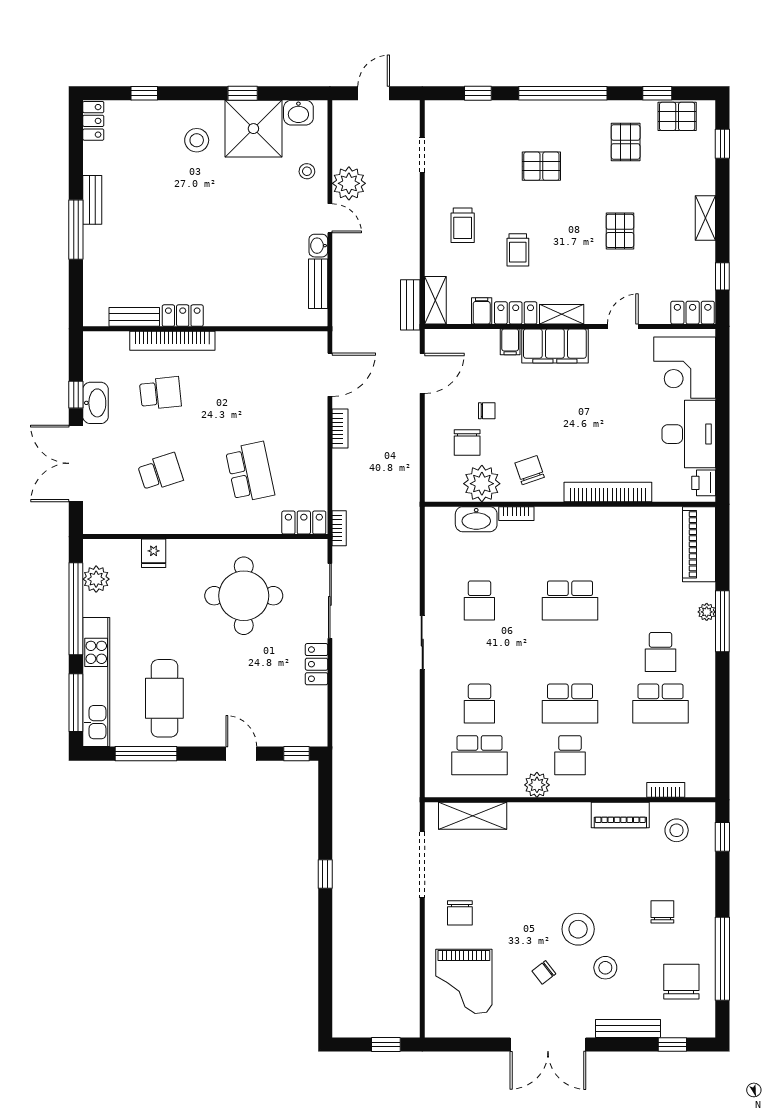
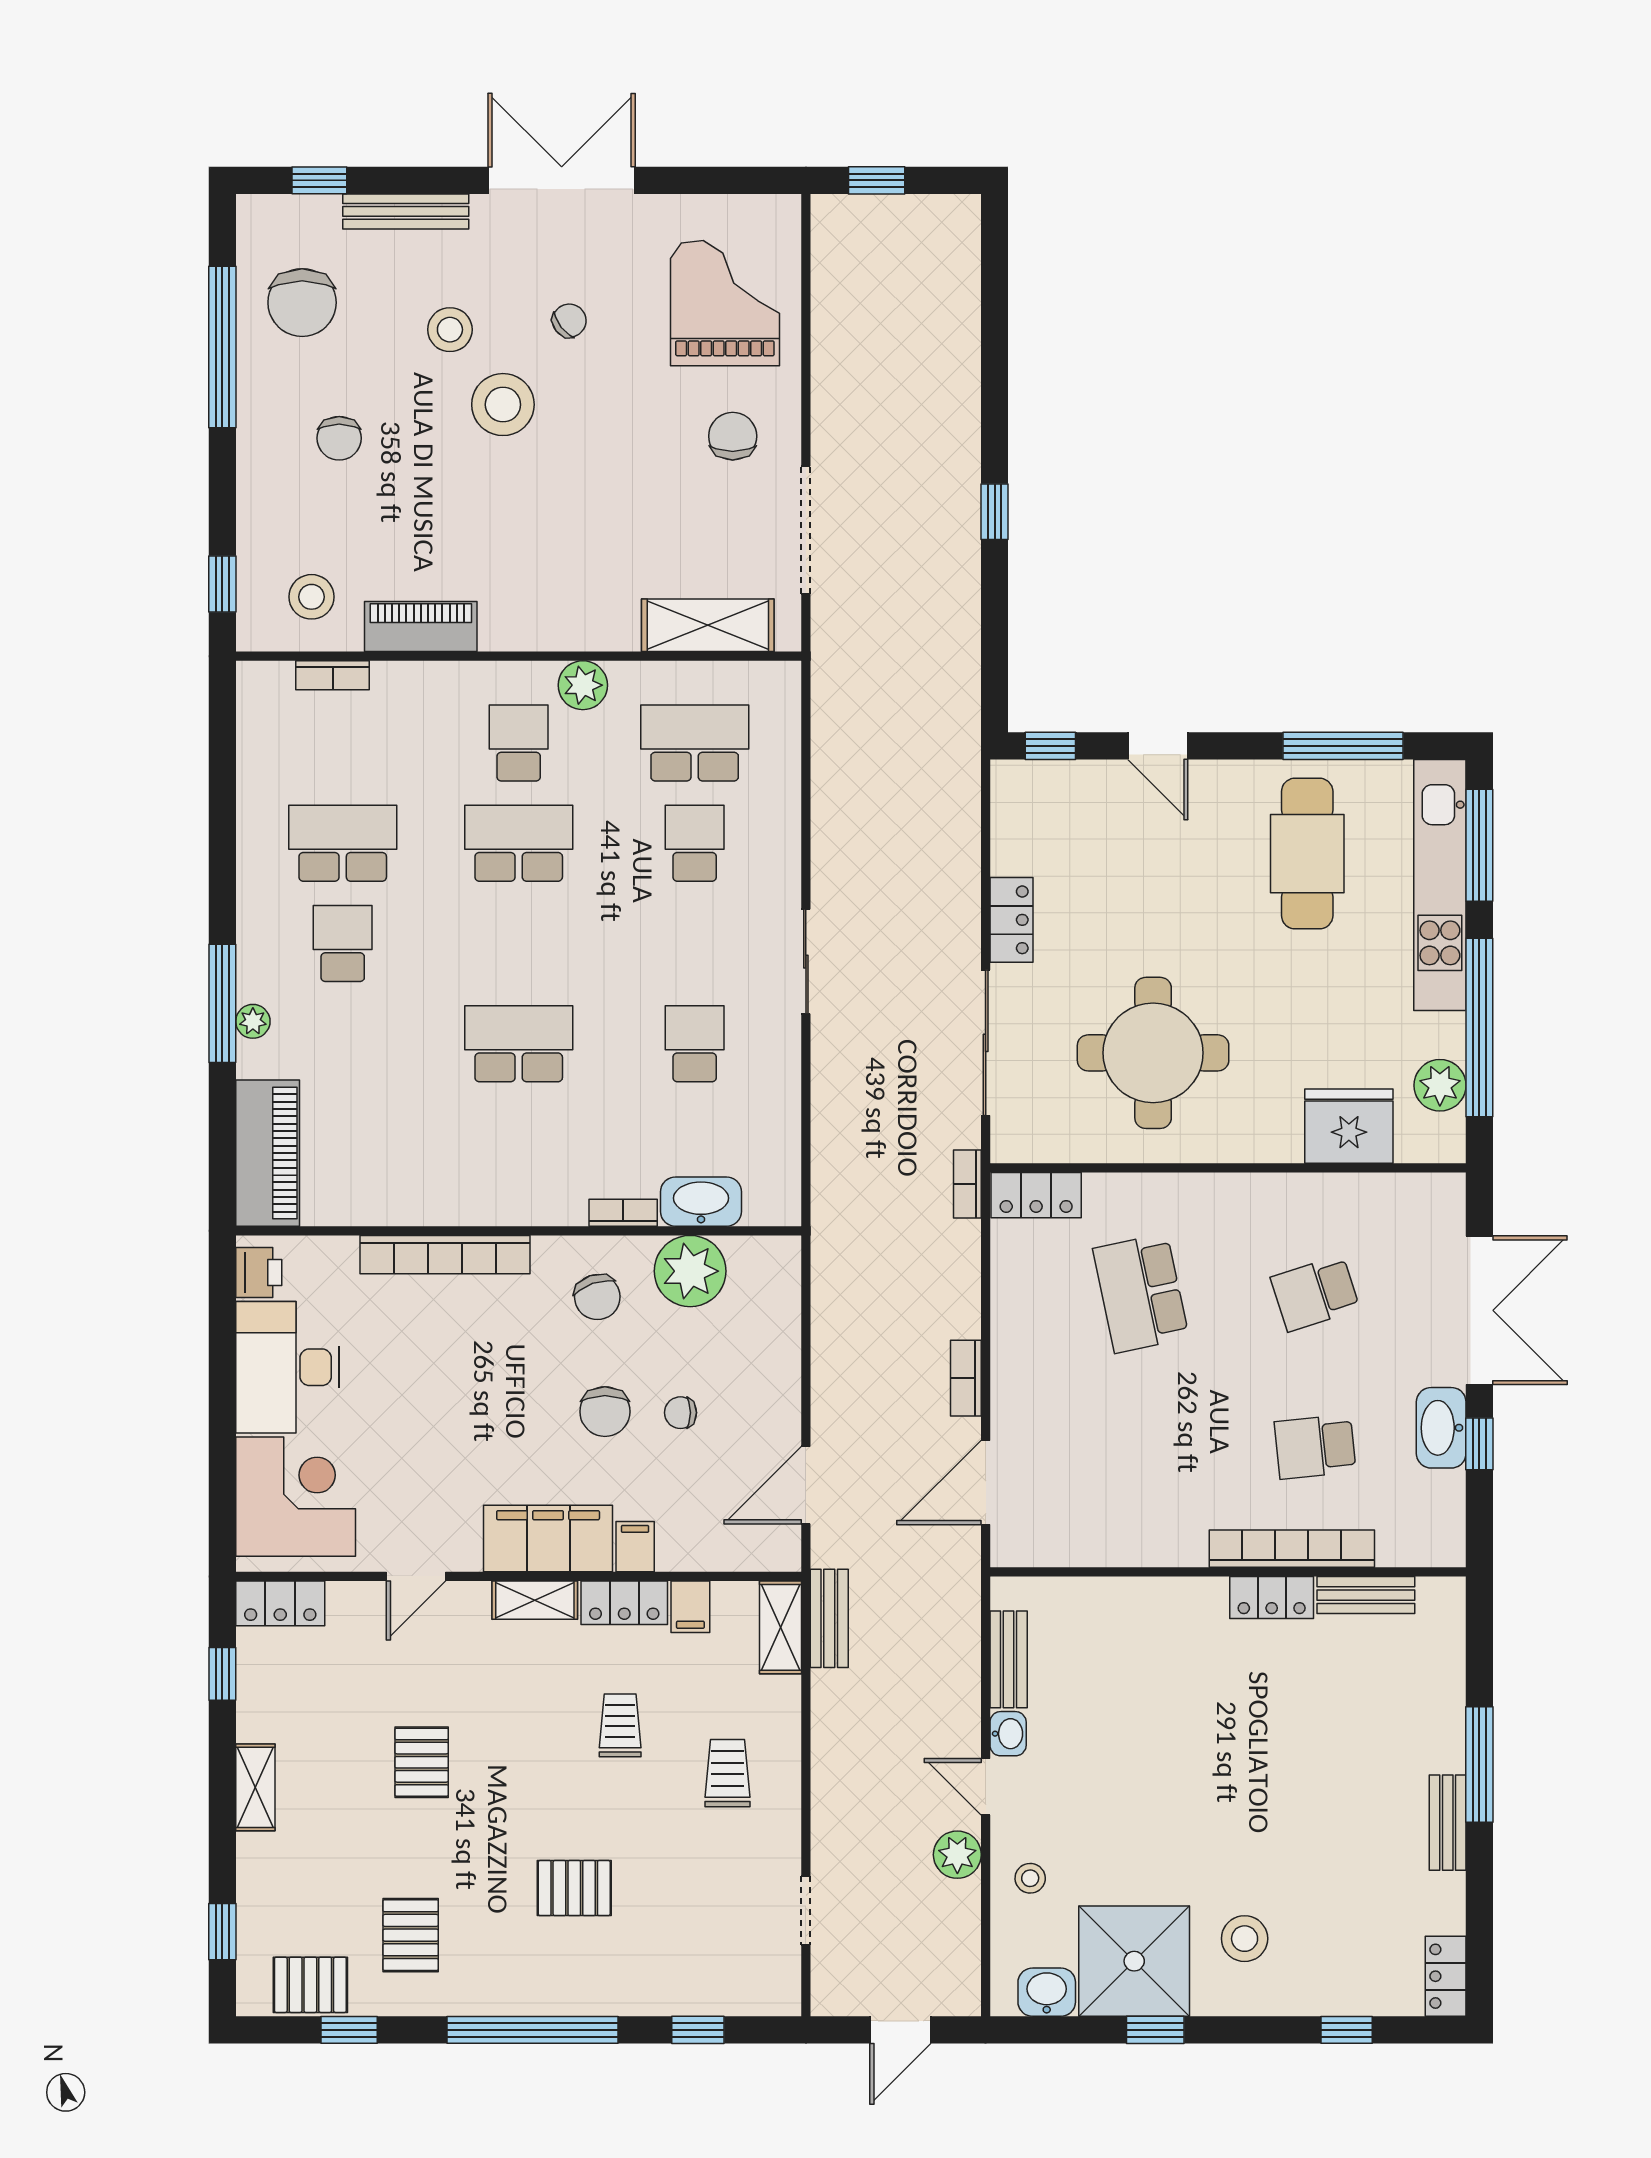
plant: (349, 183) -> (957, 1855), width x0.73, depth x0.73
chair: (467, 442) -> (605, 1412), moved, turned 180
fridge: (154, 553) -> (1349, 1126), width x1.88, depth x1.34

